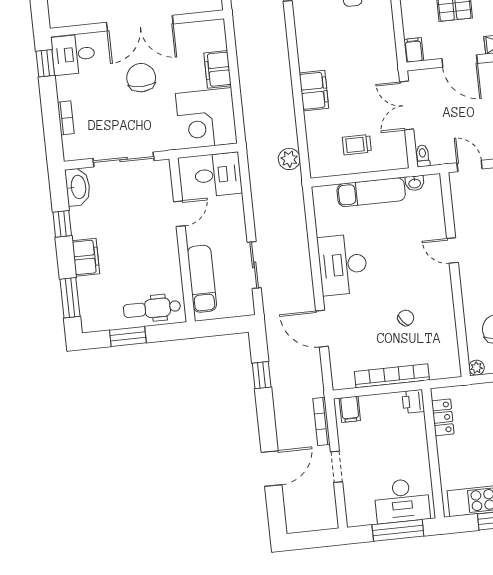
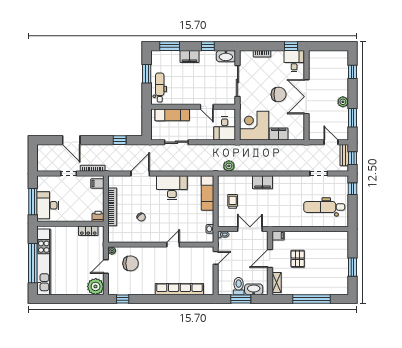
exam couch: (371, 192) -> (207, 193), moved

